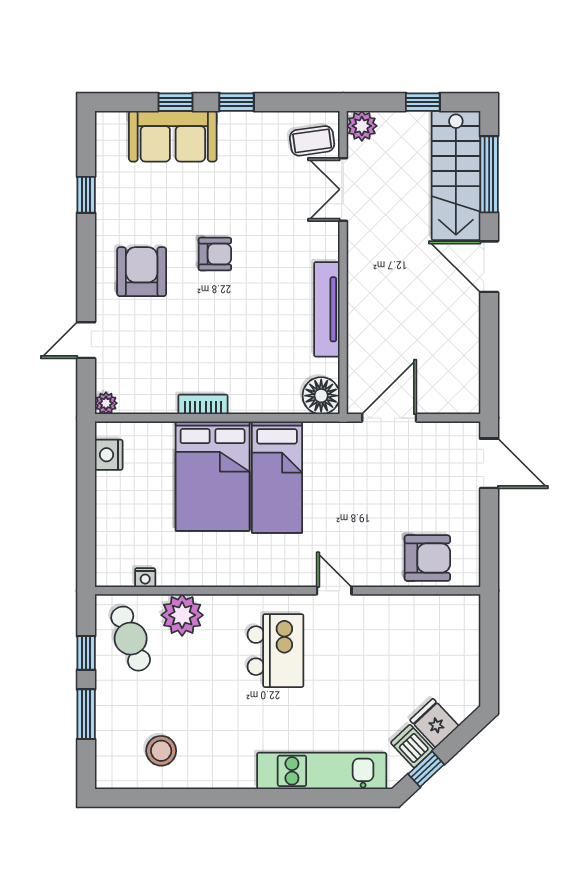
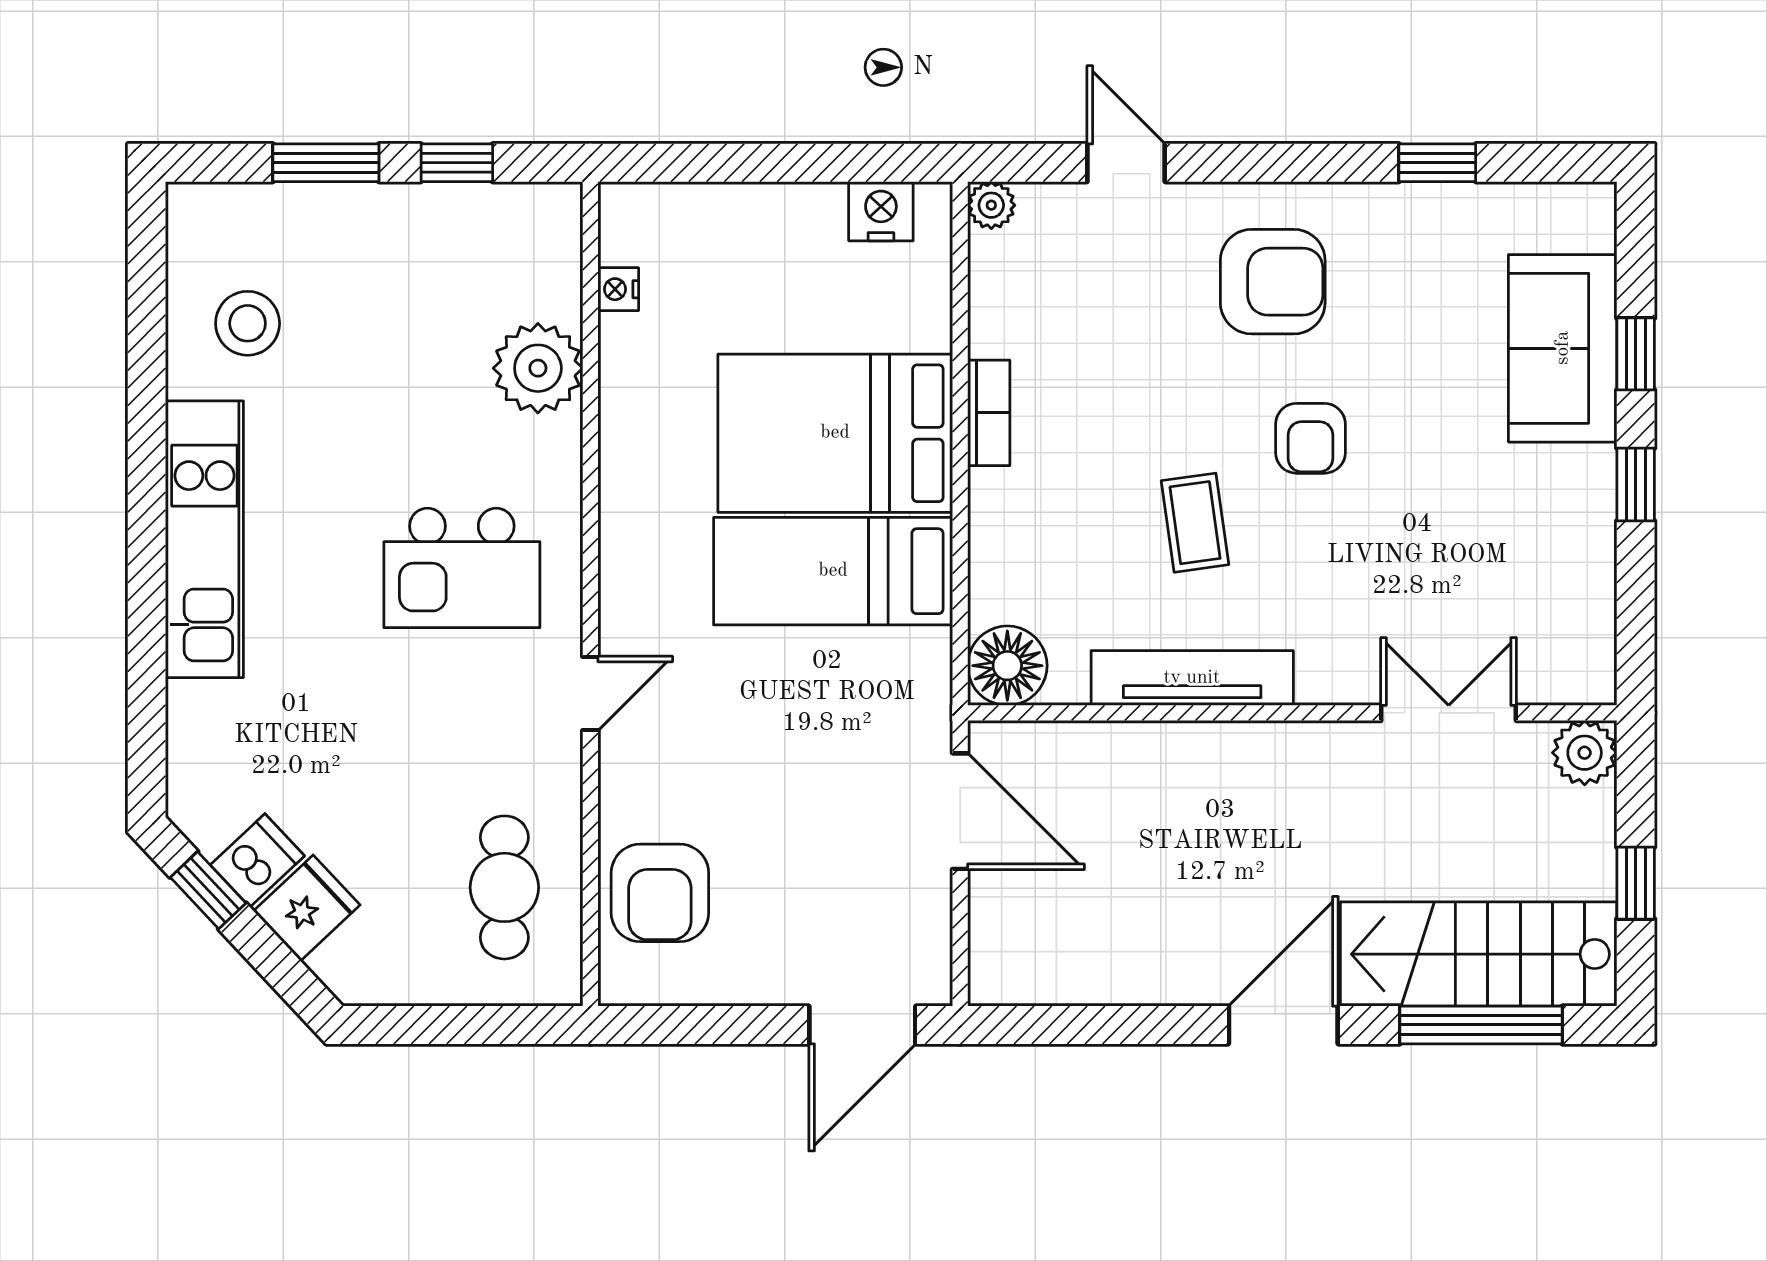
coffee table: (312, 141) -> (1195, 523), moved
cafe table: (131, 639) -> (504, 887), moved, turned -69
kitchen unit: (322, 771) -> (204, 539), moved

